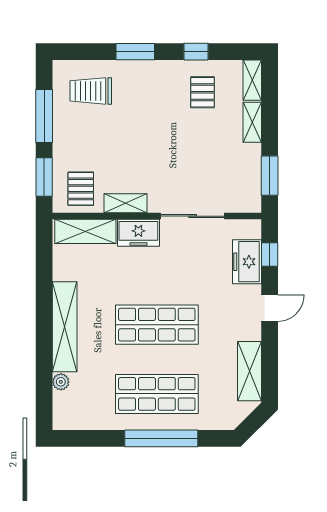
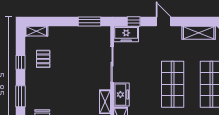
pallet: (202, 92) -> (43, 59), turned 90
shelving: (252, 122) -> (60, 31), removed
freezer: (247, 262) -> (126, 34), moved

